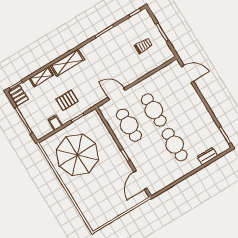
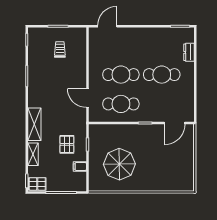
door: (117, 94) -> (87, 98), hinge flipped
parasol: (77, 155) -> (119, 164), width x0.73, depth x0.73
door: (140, 180) -> (174, 123), hinge flipped

